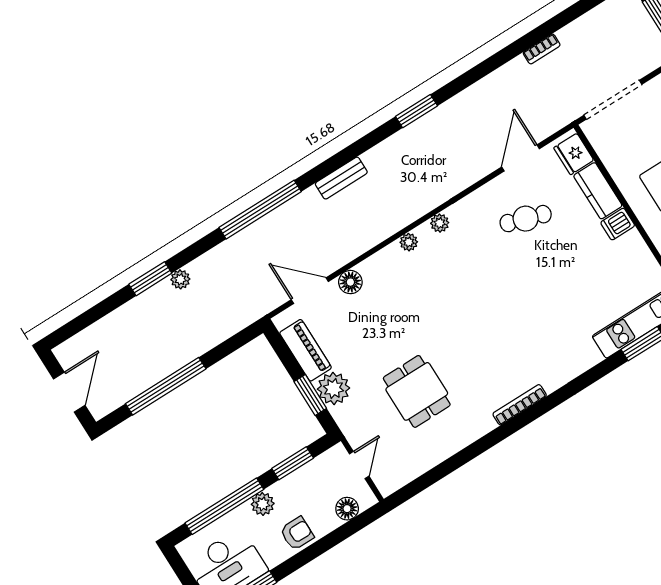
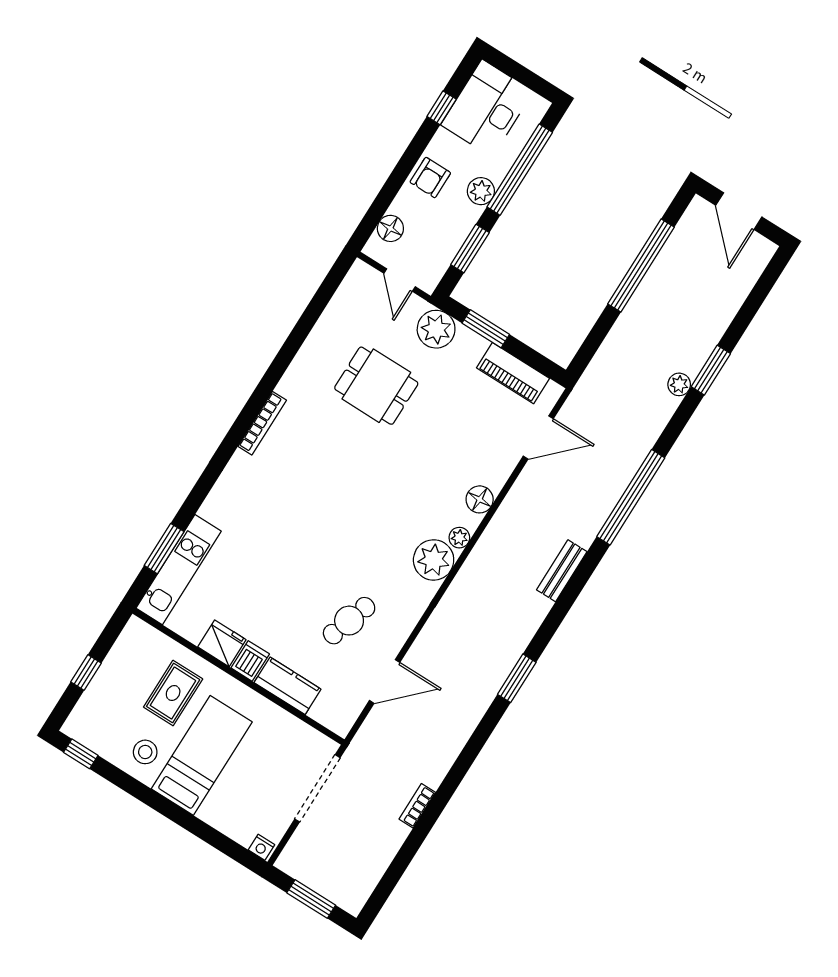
fridge: (574, 154) -> (222, 643), moved
door: (521, 158) -> (385, 681), hinge flipped
plant: (440, 223) -> (434, 560), width x1.87, depth x1.87
floor lamp: (350, 282) -> (480, 499), moved
plant: (334, 389) -> (436, 329), moved

